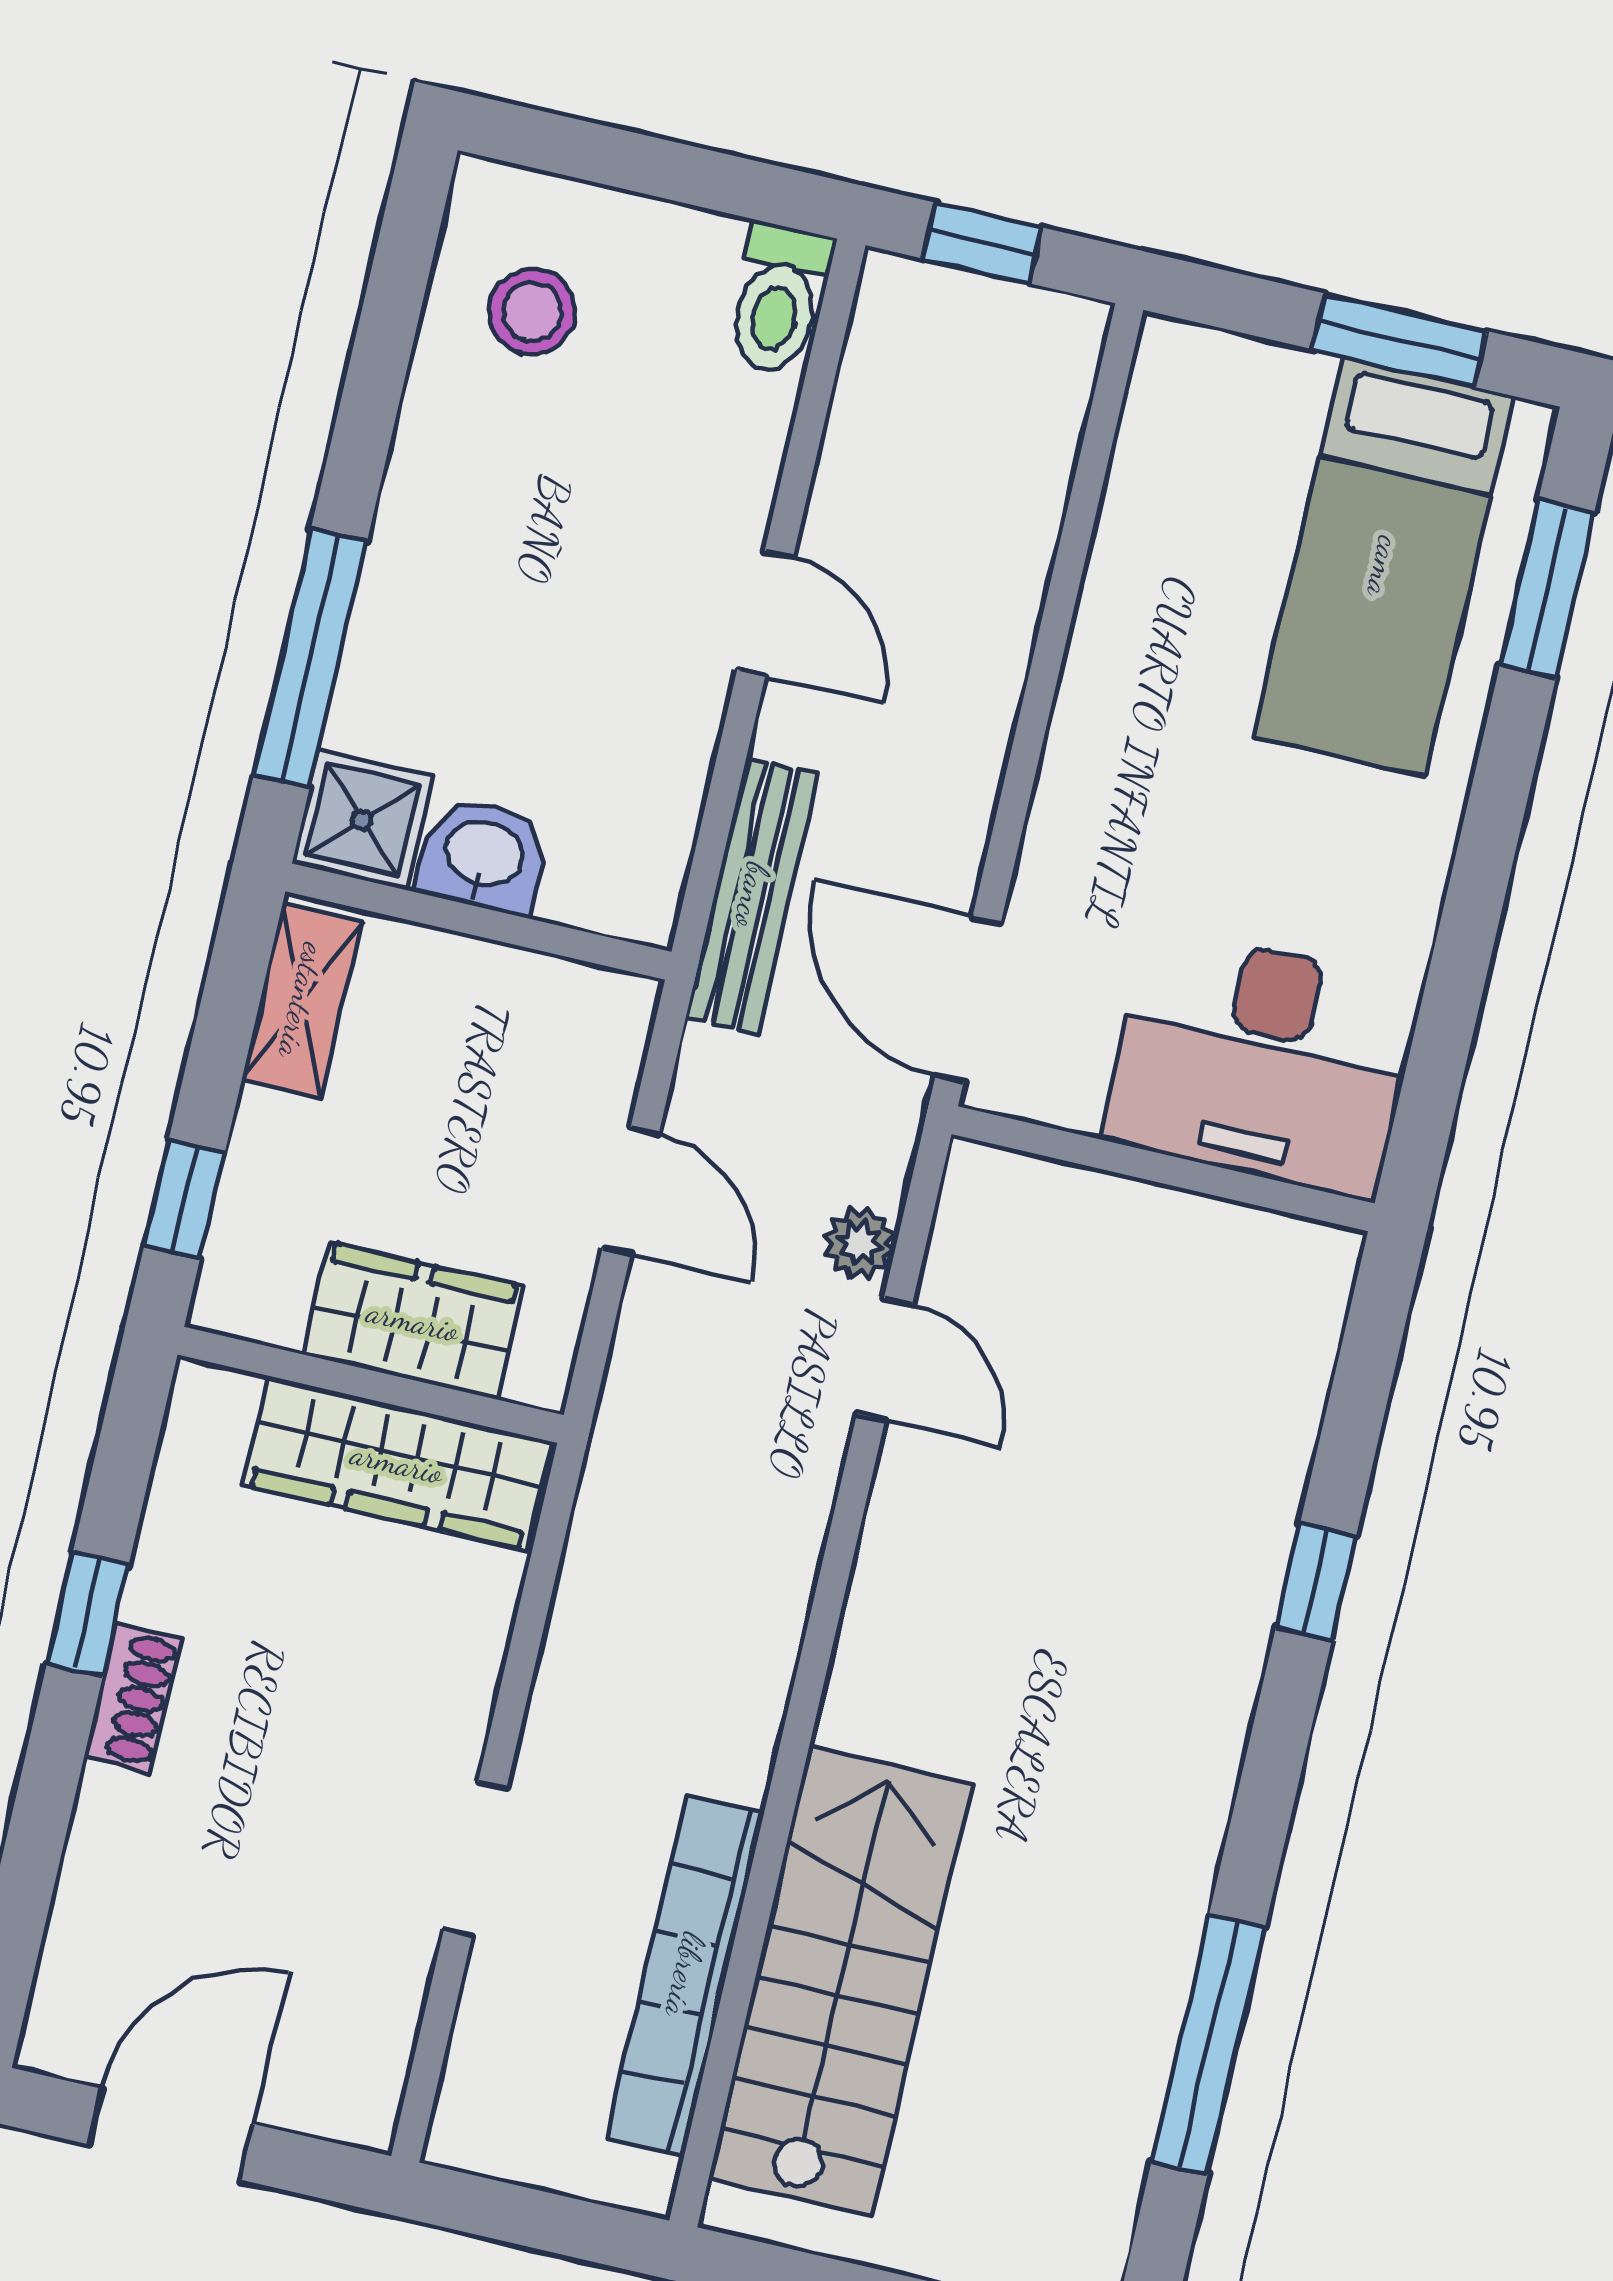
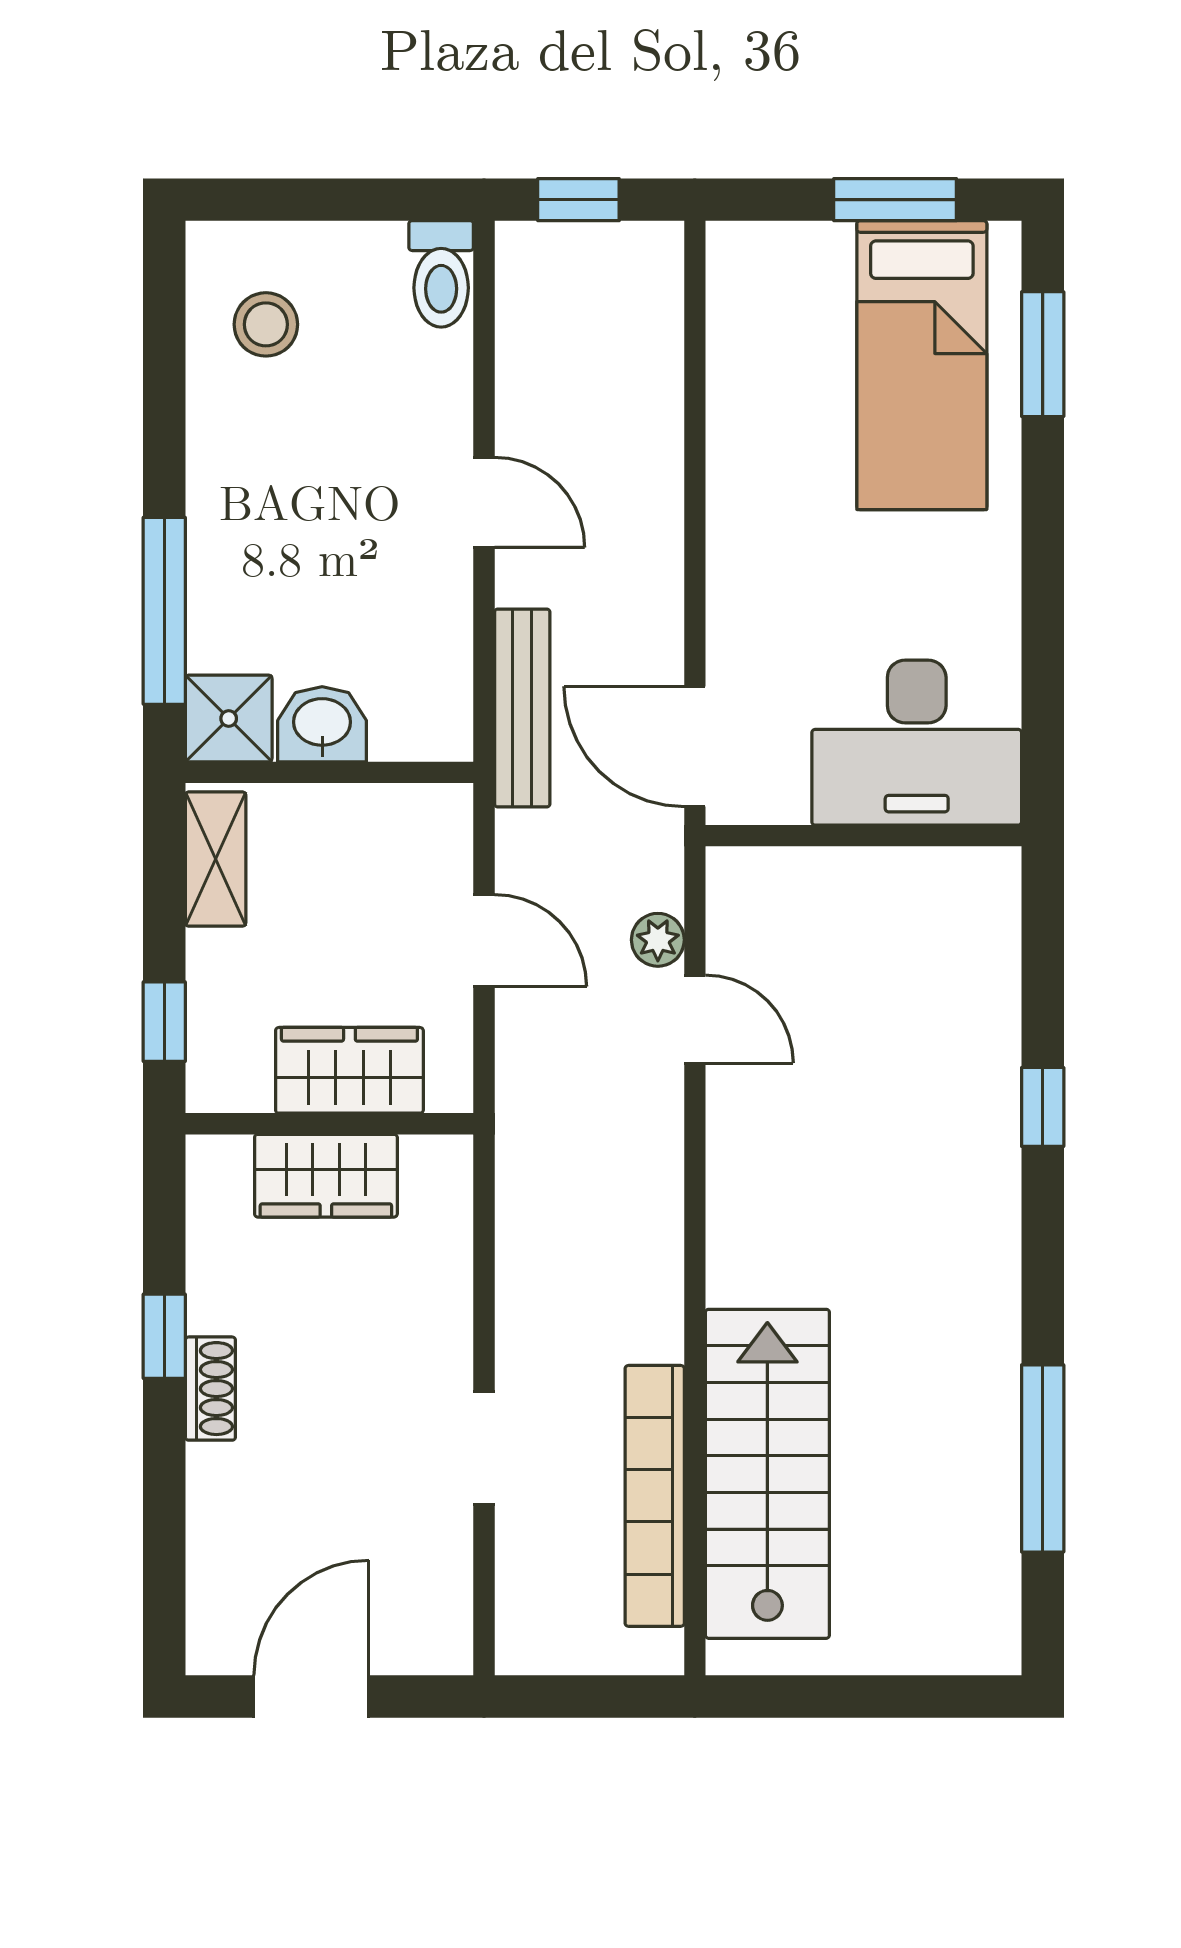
wardrobe: (397, 1463) -> (326, 1176), width x0.67

